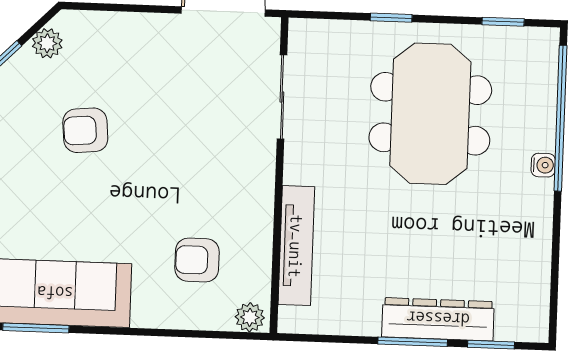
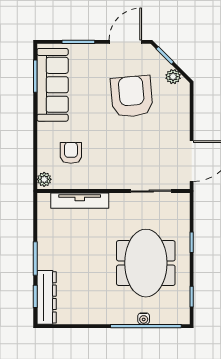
meeting table: (430, 114) -> (146, 263), turned 90
armchair: (85, 130) -> (132, 97), width x1.88, depth x1.88
water cooler: (543, 165) -> (144, 319), moved
dresser: (438, 319) -> (47, 297), moved

